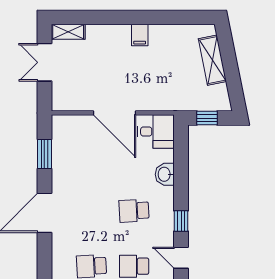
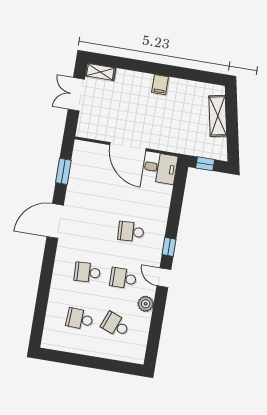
washbasin: (165, 174) -> (162, 205), removed

